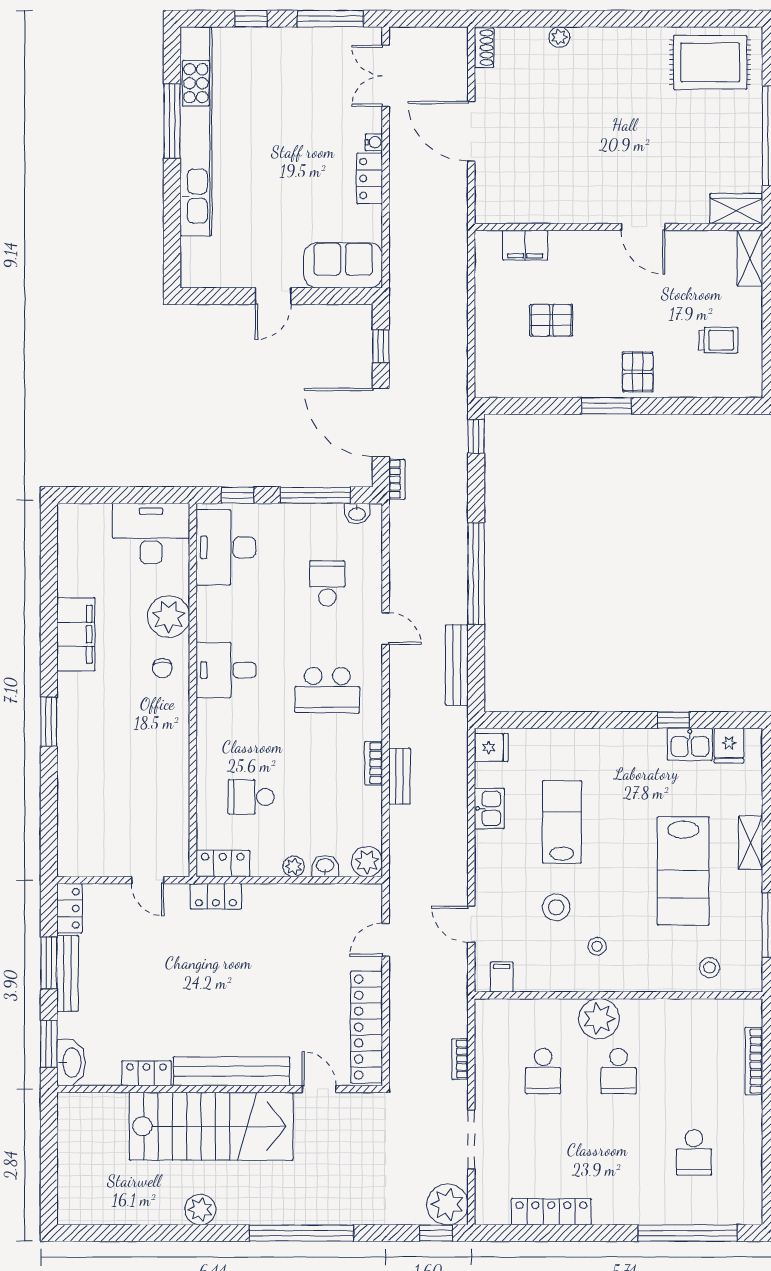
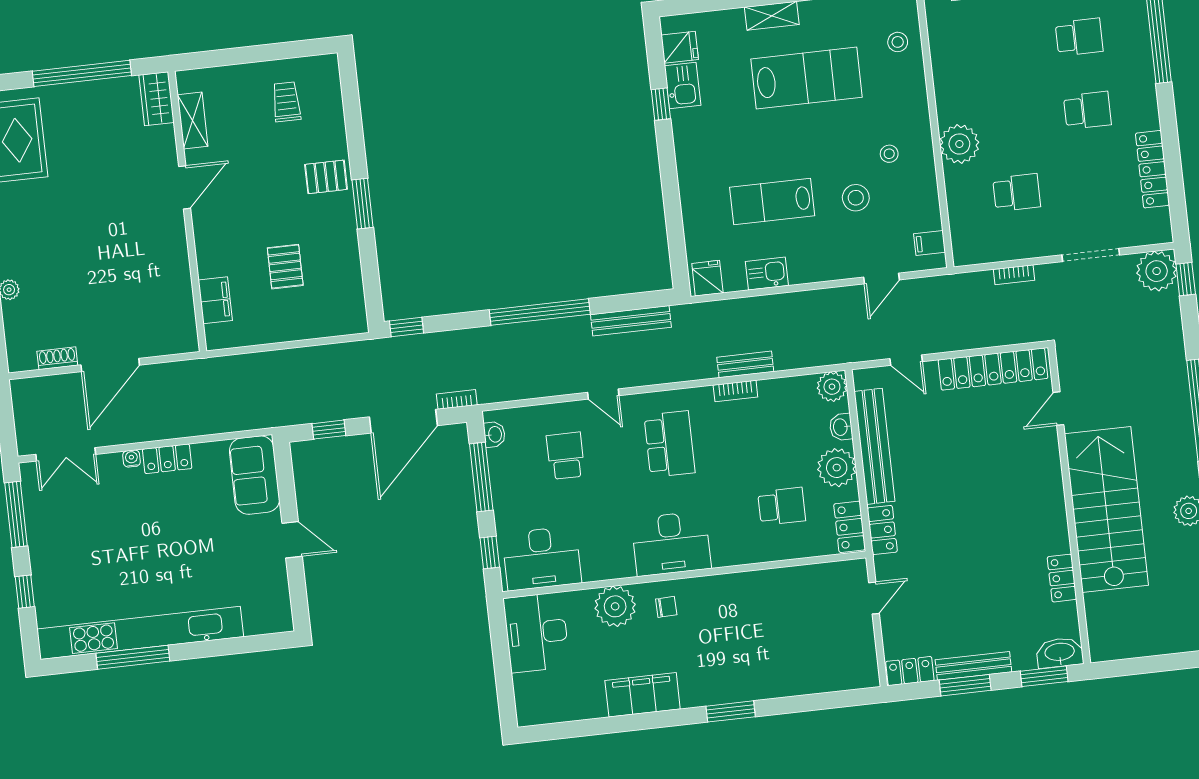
shoe rack: (484, 48) -> (57, 358), moved
shelving: (750, 258) -> (193, 121), moved, turned 90
school desk: (327, 583) -> (566, 456), turned 90
door: (386, 629) -> (603, 394), swing flipped
desk: (226, 670) -> (671, 544), width x1.37
school desk: (251, 797) -> (782, 506), turned -90
plant: (294, 866) -> (837, 468), width x1.87, depth x1.87
bench: (232, 1071) -> (874, 446), moved
school desk: (619, 1071) -> (1087, 110), moved

